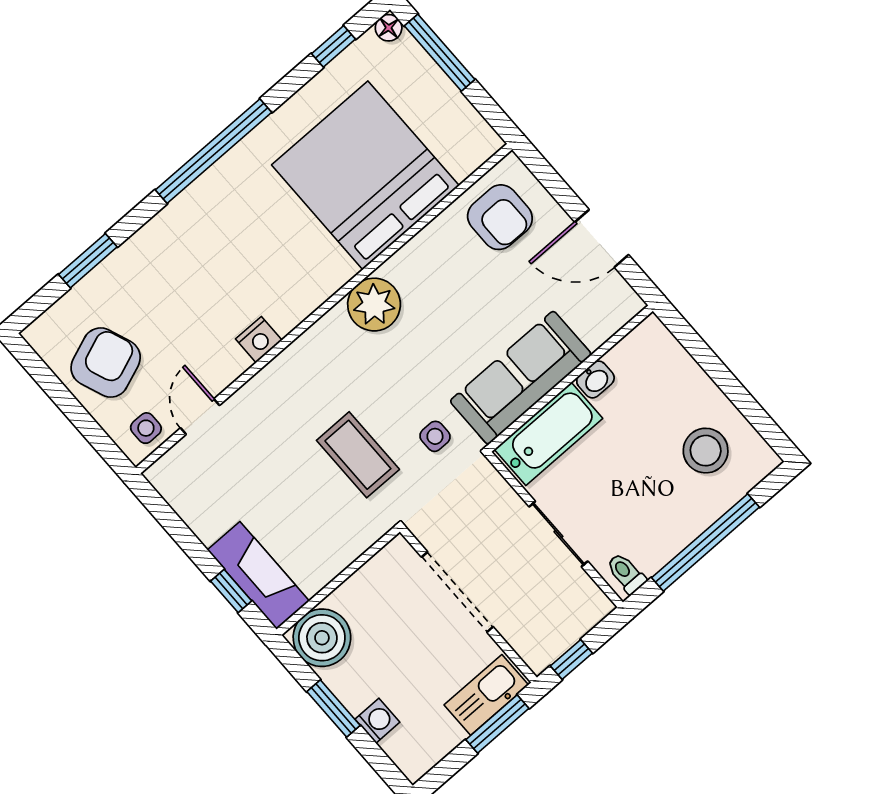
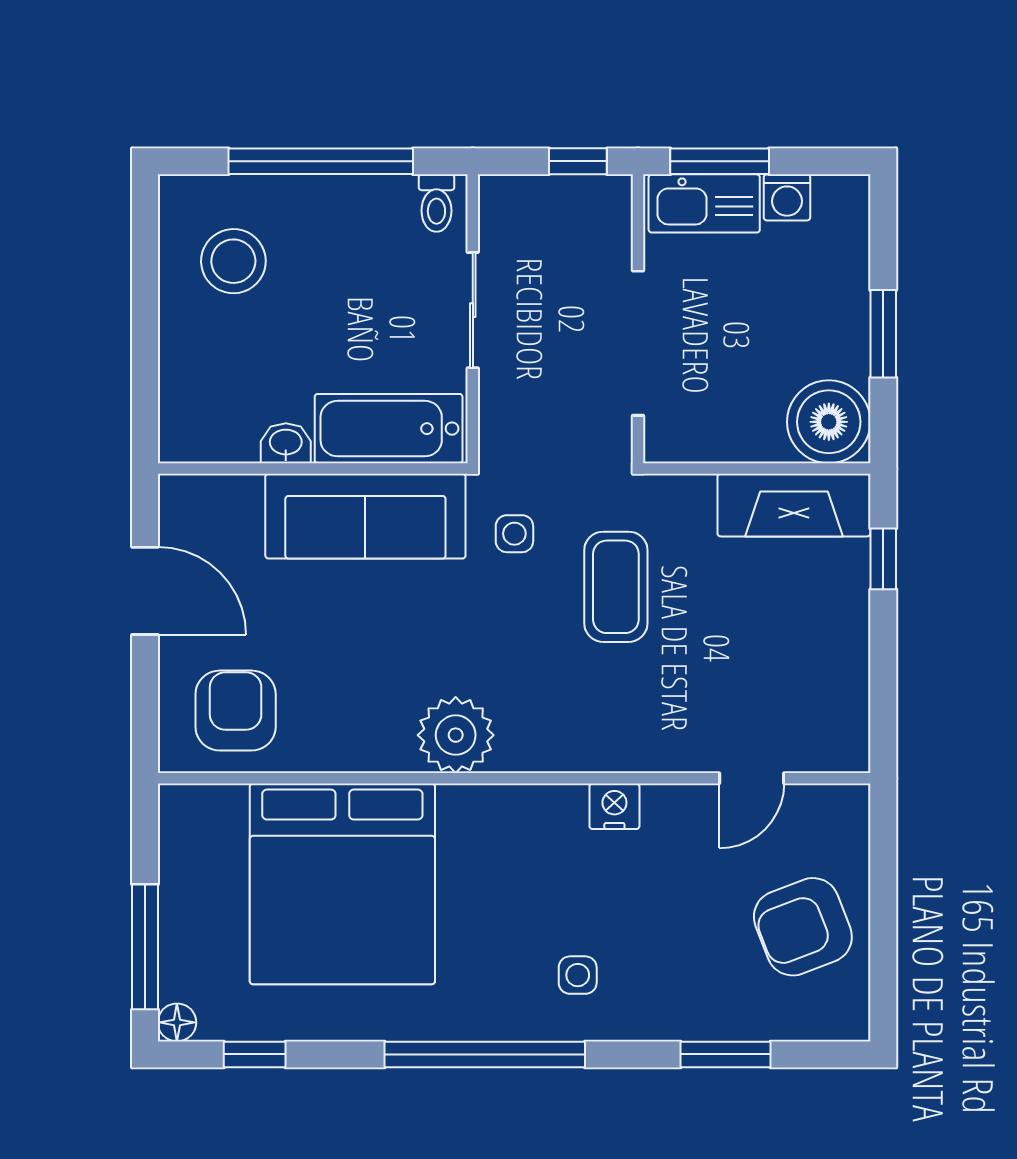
side table: (146, 428) -> (578, 975), moved
fireplace: (258, 575) -> (794, 505), moved, turned -90
washing machine: (377, 721) -> (787, 197), moved, turned -90

